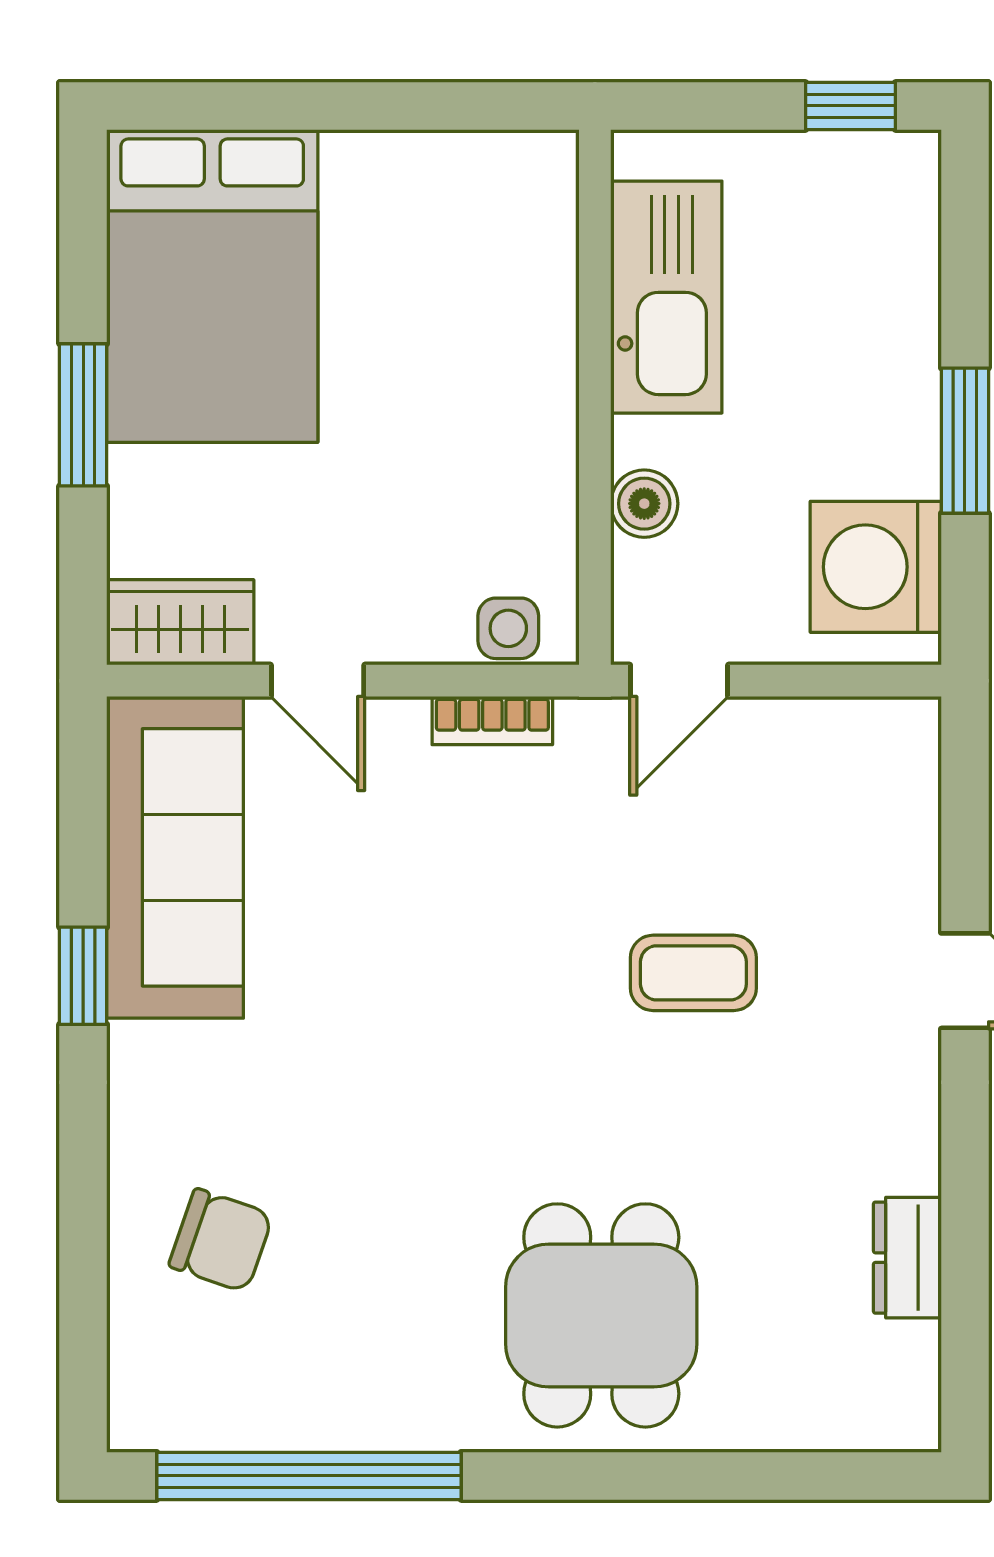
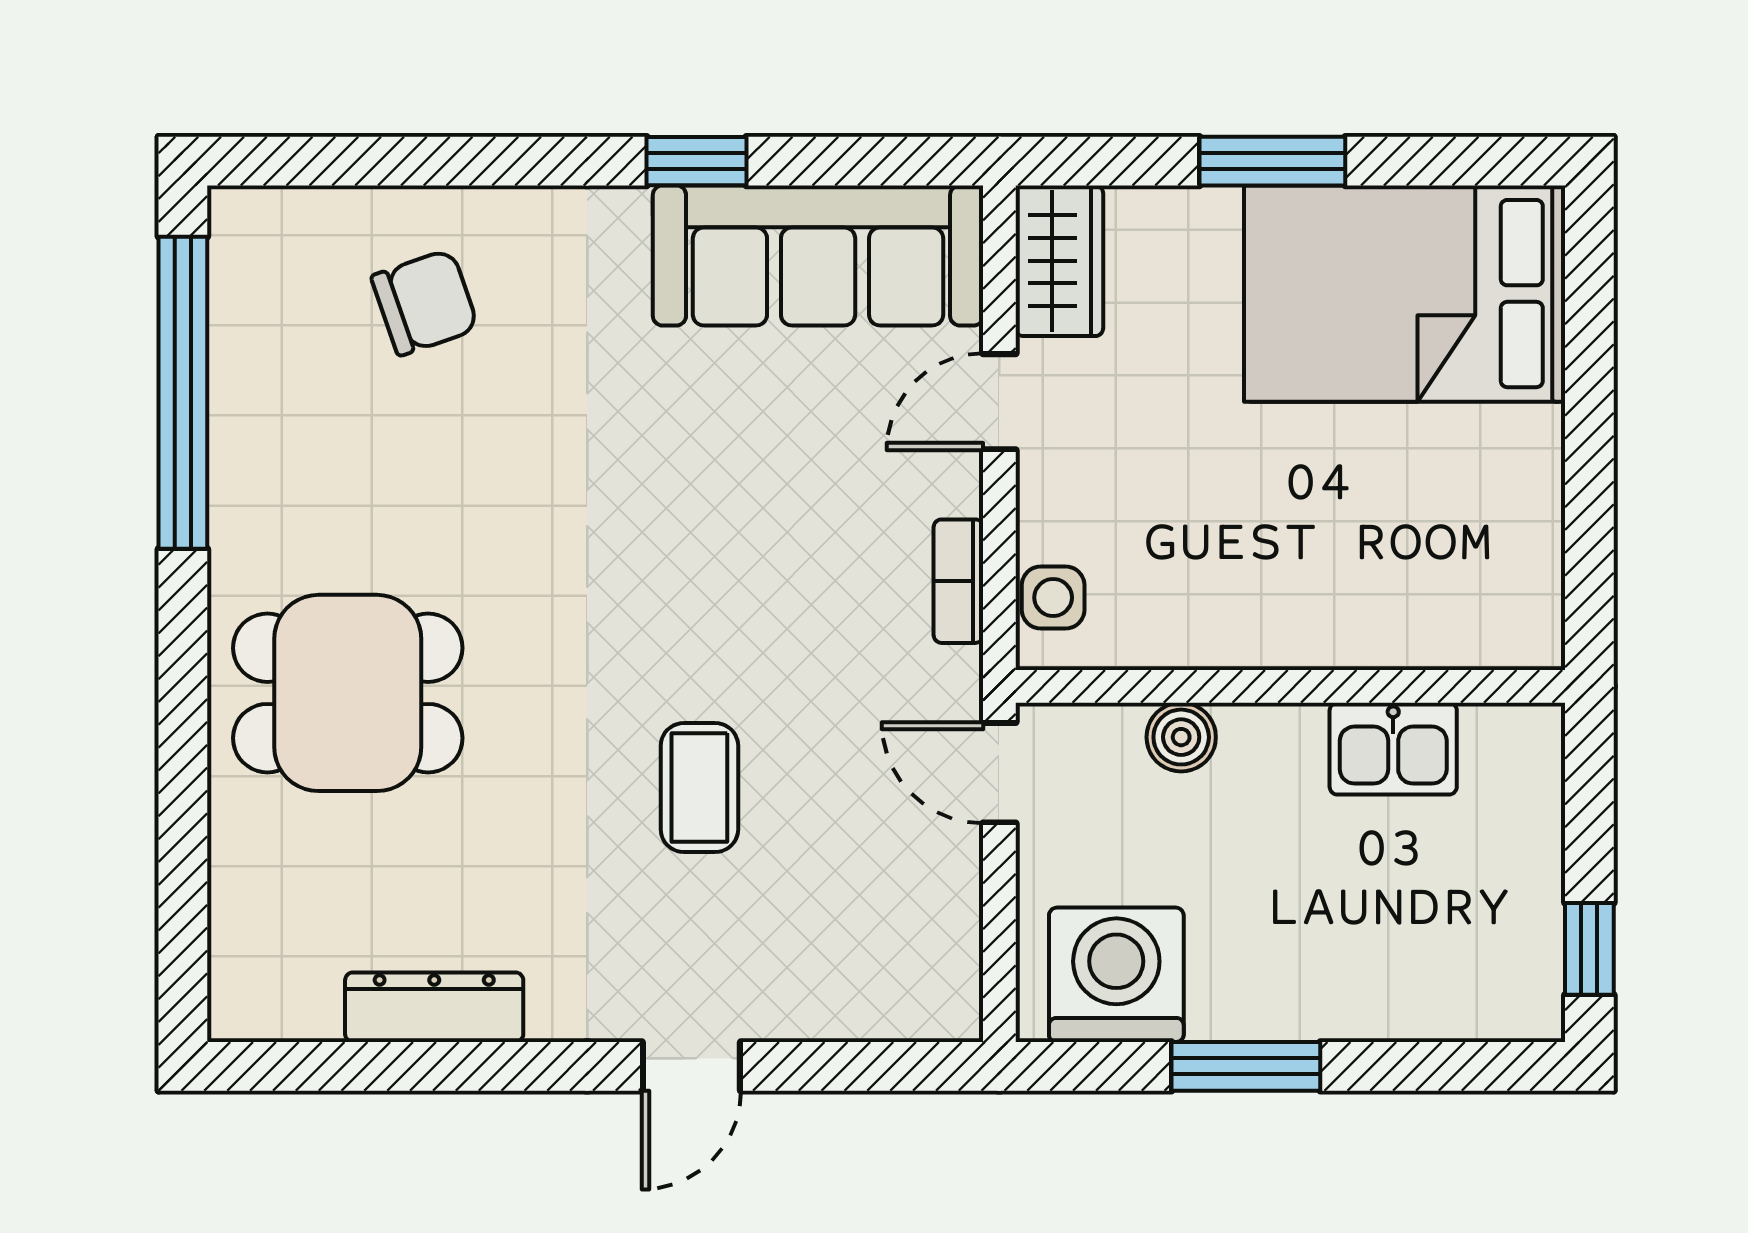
kitchen sink: (666, 297) -> (1393, 749), width x0.53, depth x0.81
chair: (221, 1240) -> (425, 302), turned -128
dresser: (907, 1258) -> (434, 1007), width x1.44

